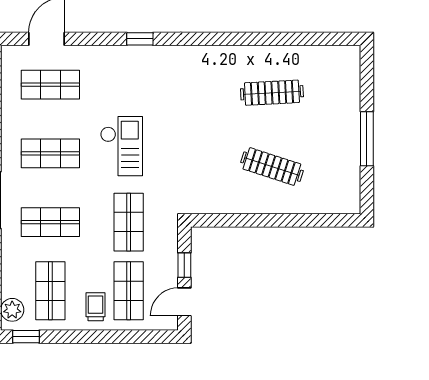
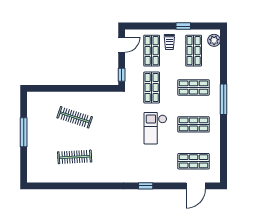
window: (184, 265) -> (122, 75), moved
window: (26, 337) -> (183, 26), moved

